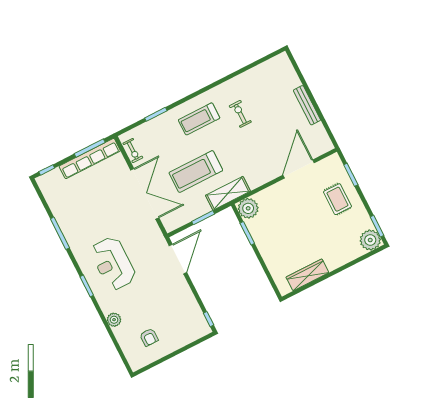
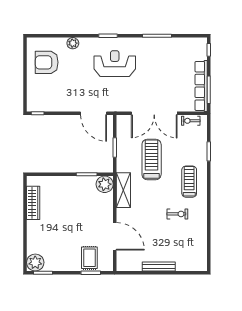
shelving: (228, 193) -> (123, 190), moved
rug: (337, 199) -> (89, 258), moved, turned 90
armchair: (149, 337) -> (47, 62), width x1.88, depth x1.88

